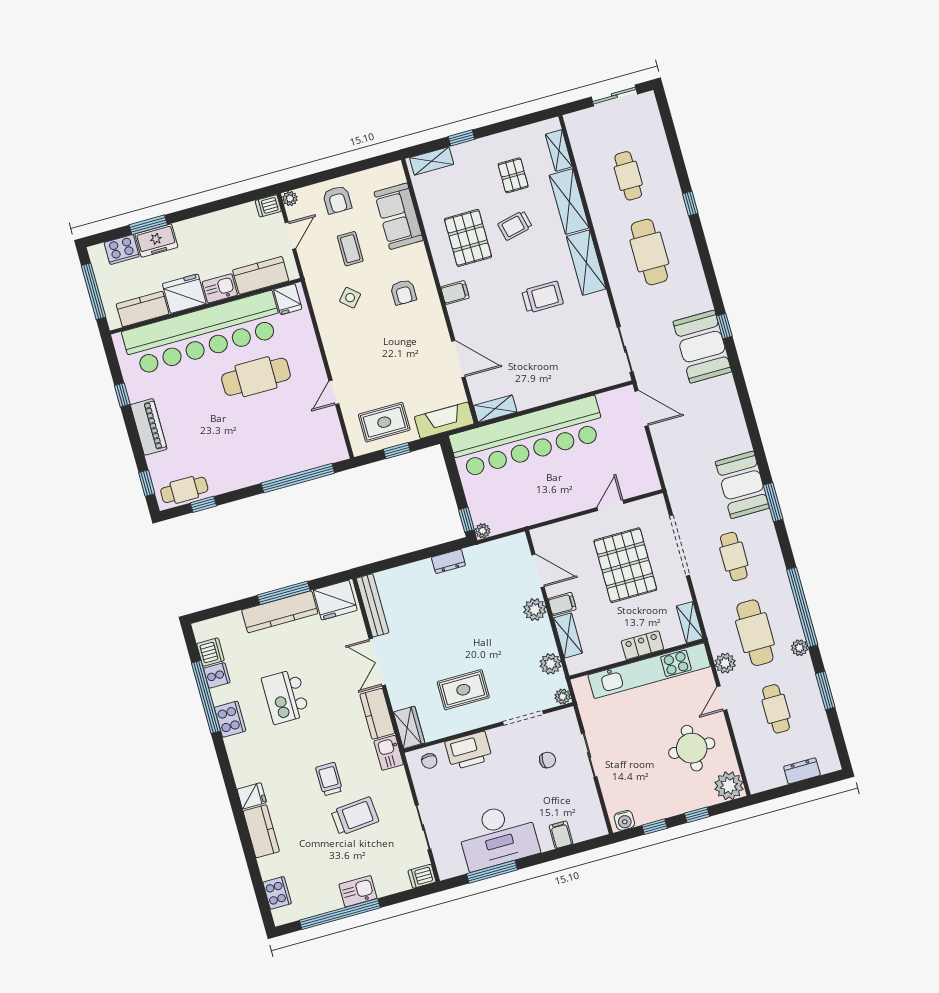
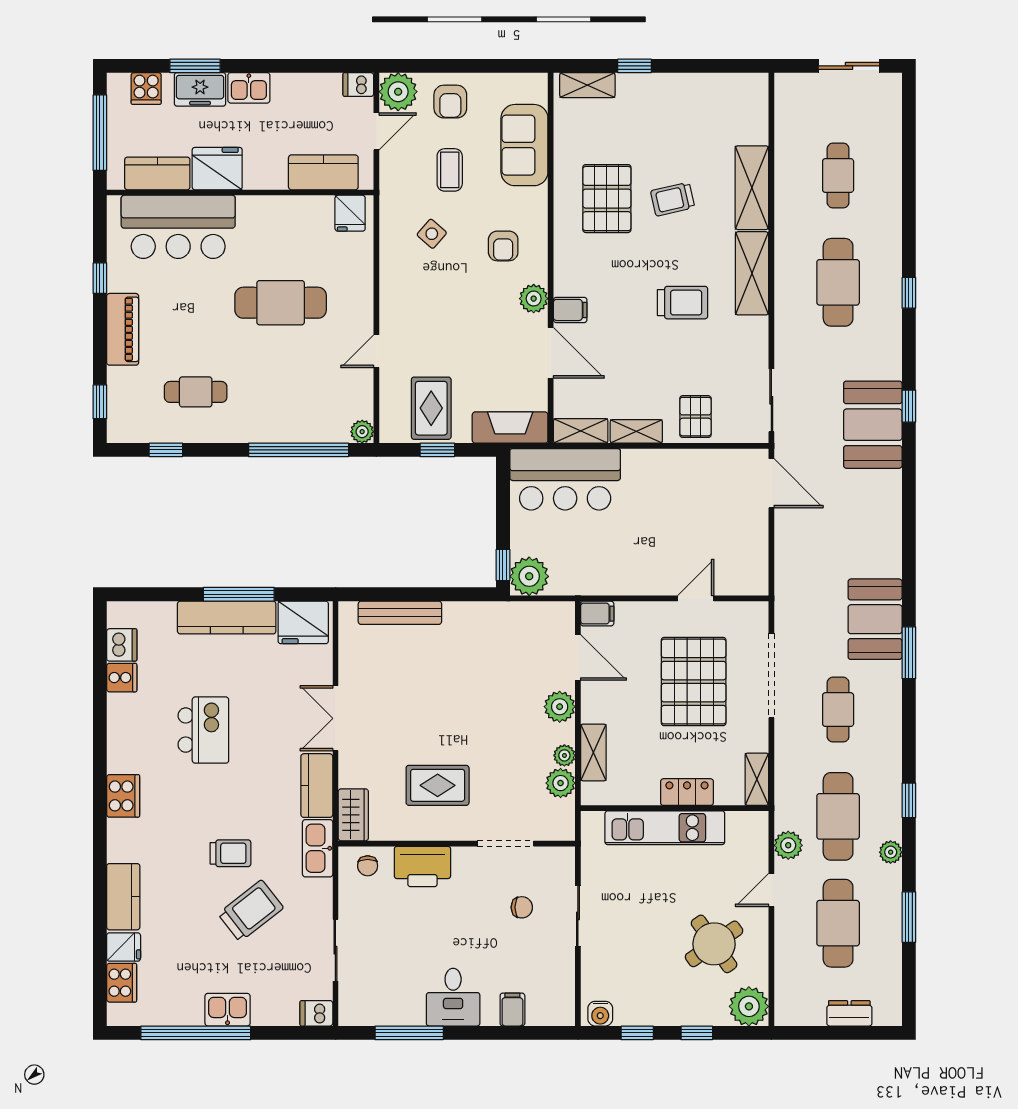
shelving: (559, 150) -> (636, 431), moved, turned 90
pallet: (513, 175) -> (695, 417), moved
plant: (290, 199) -> (398, 92), width x1.88, depth x1.88
window: (690, 203) -> (909, 293), moved
cooker: (122, 250) -> (146, 88), width x0.73
kitchen sink: (220, 288) -> (249, 88), moved, turned 180
filing cabinet: (455, 293) -> (570, 310), moved
plant: (436, 324) -> (534, 299), added
bar counter: (203, 333) -> (178, 227), width x0.54
rug: (384, 422) -> (431, 408), turned 90
bar counter: (528, 437) -> (565, 479), width x0.54
plant: (340, 453) -> (362, 432), added
cafe table: (184, 490) -> (196, 392), moved
plant: (483, 531) -> (529, 576), width x1.88, depth x1.88
dresser: (448, 561) -> (465, 613), removed
filing cabinet: (562, 604) -> (597, 614), moved
bench: (373, 605) -> (400, 613), moved, turned 90
window: (802, 607) -> (909, 800), width x0.32
kitchen unit: (649, 671) -> (665, 828), width x0.73
window: (206, 697) -> (100, 702), removed
kitchen island: (285, 697) -> (203, 730), turned 180
plant: (563, 697) -> (564, 755), moved
cafe table: (776, 709) -> (838, 923), width x1.37, depth x1.35
cooker: (230, 719) -> (123, 796), moved
round table: (692, 748) -> (714, 944), turned -35
kitchen sink: (389, 753) -> (318, 848), width x1.38
trolley: (329, 779) -> (230, 853), turned 90
fridge: (252, 796) -> (124, 947), moved
trolley: (355, 816) -> (251, 911), turned -33
desk: (498, 836) -> (453, 997), width x0.53, depth x0.77

